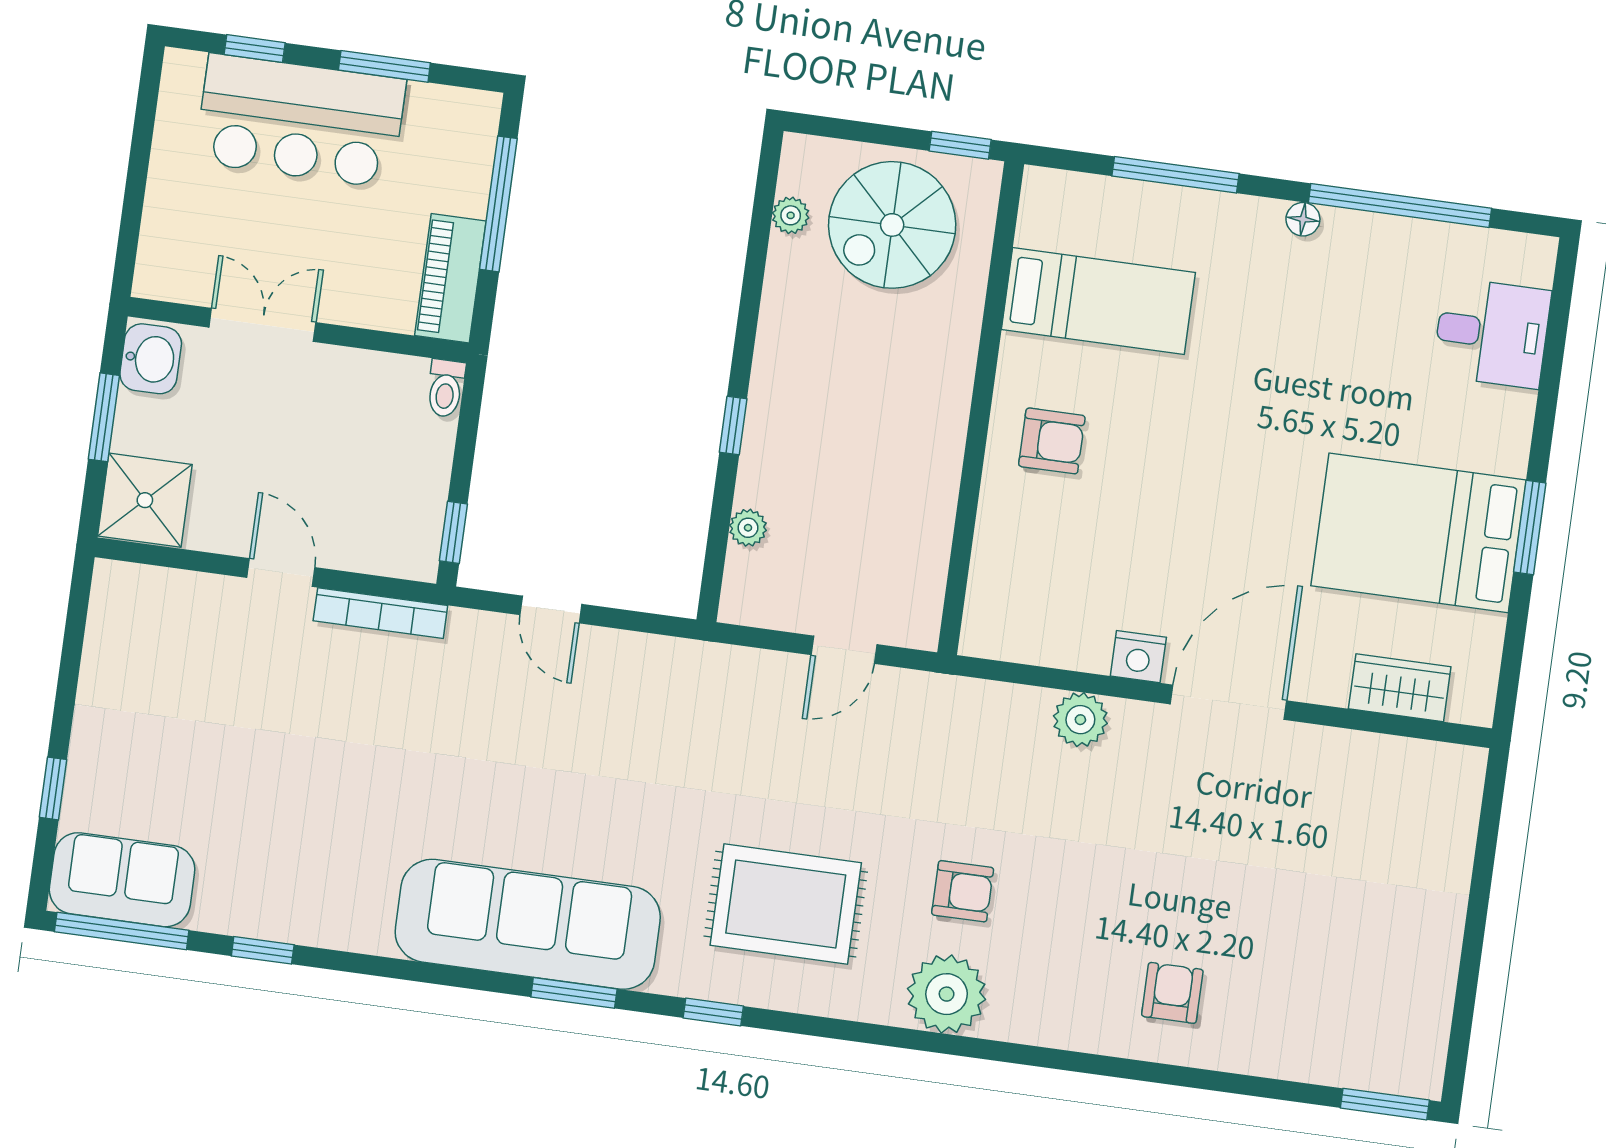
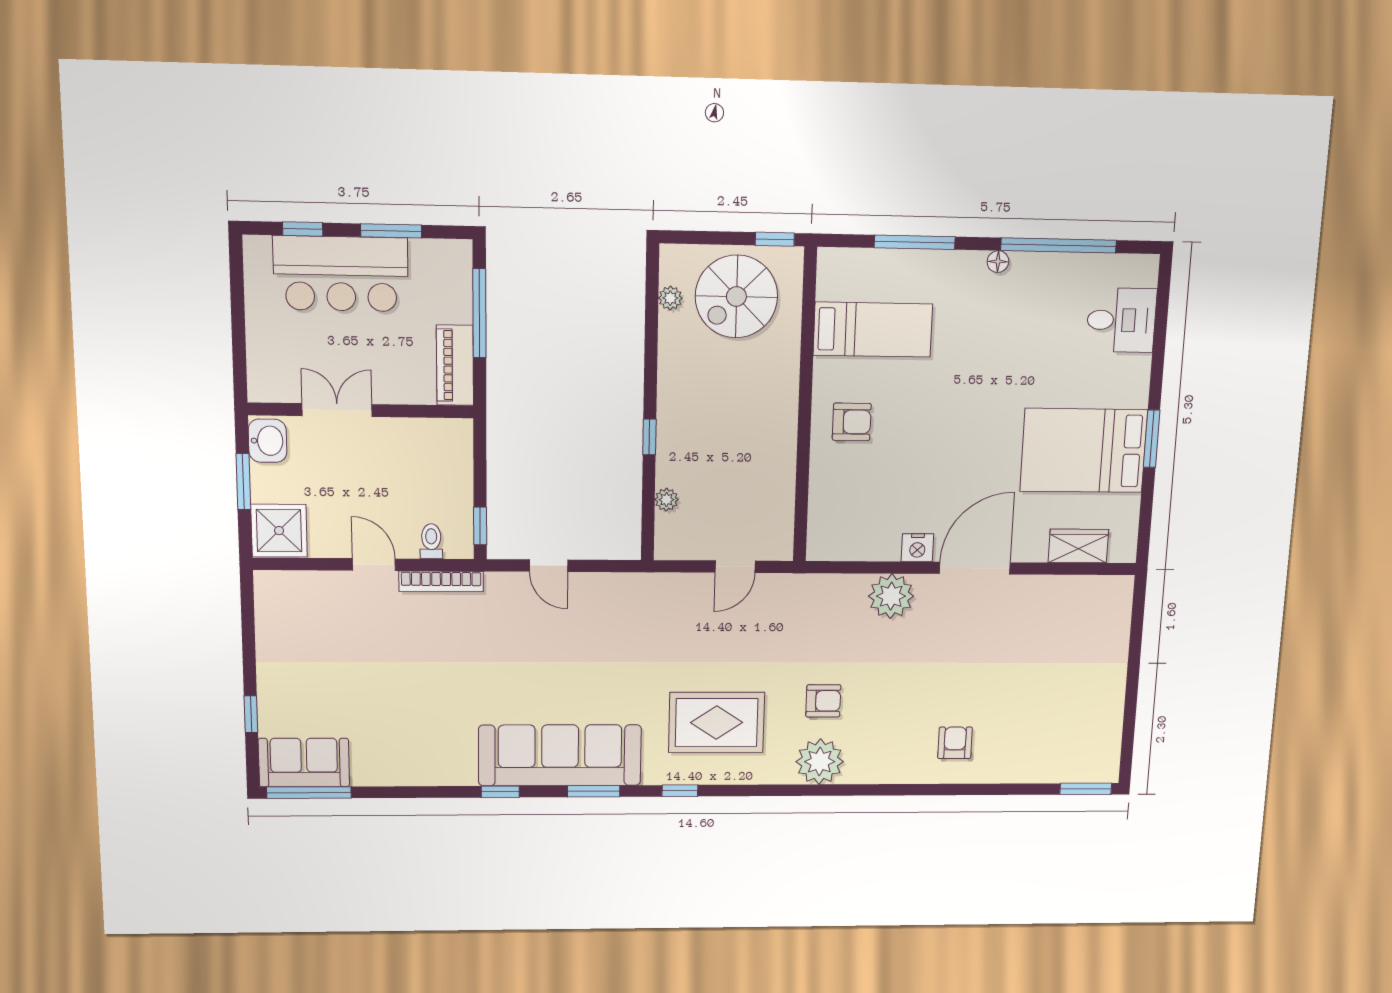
toilet: (446, 388) -> (431, 541), moved, turned 180
plant: (1080, 720) -> (891, 596), width x1.36, depth x1.36
window: (263, 950) -> (500, 792), moved

